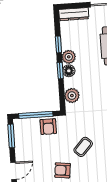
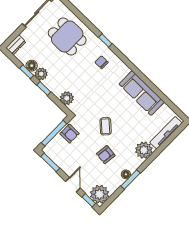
dresser: (74, 14) -> (16, 45), width x0.70
floor lamp: (69, 71) -> (32, 66), moved

